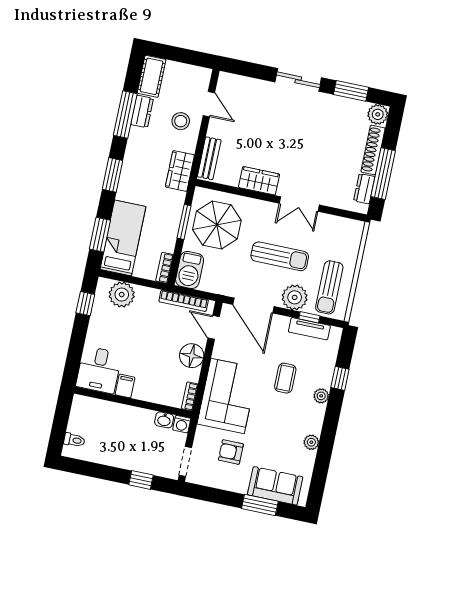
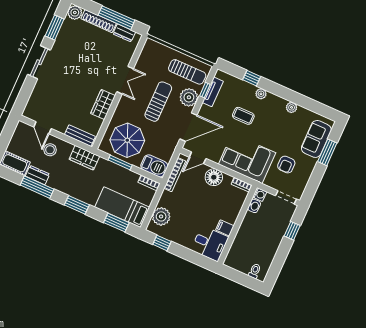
door: (209, 104) -> (42, 128), swing flipped

